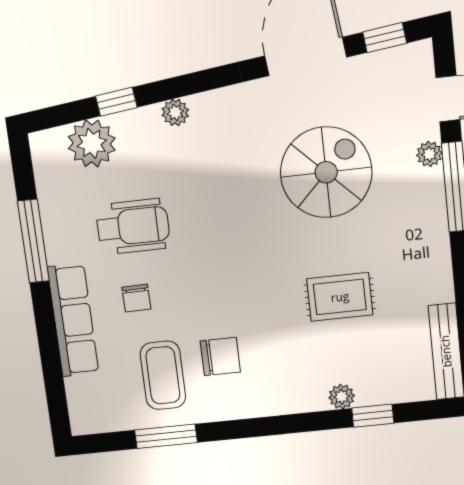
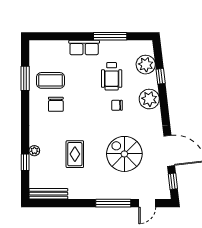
plant: (175, 112) -> (149, 99), width x1.87, depth x1.87
plant: (429, 154) -> (127, 194), removed
spiral stairs: (326, 172) -> (124, 154), turned 180
chair: (136, 298) -> (117, 105), moved
row of seats: (73, 320) -> (84, 47), width x0.68

